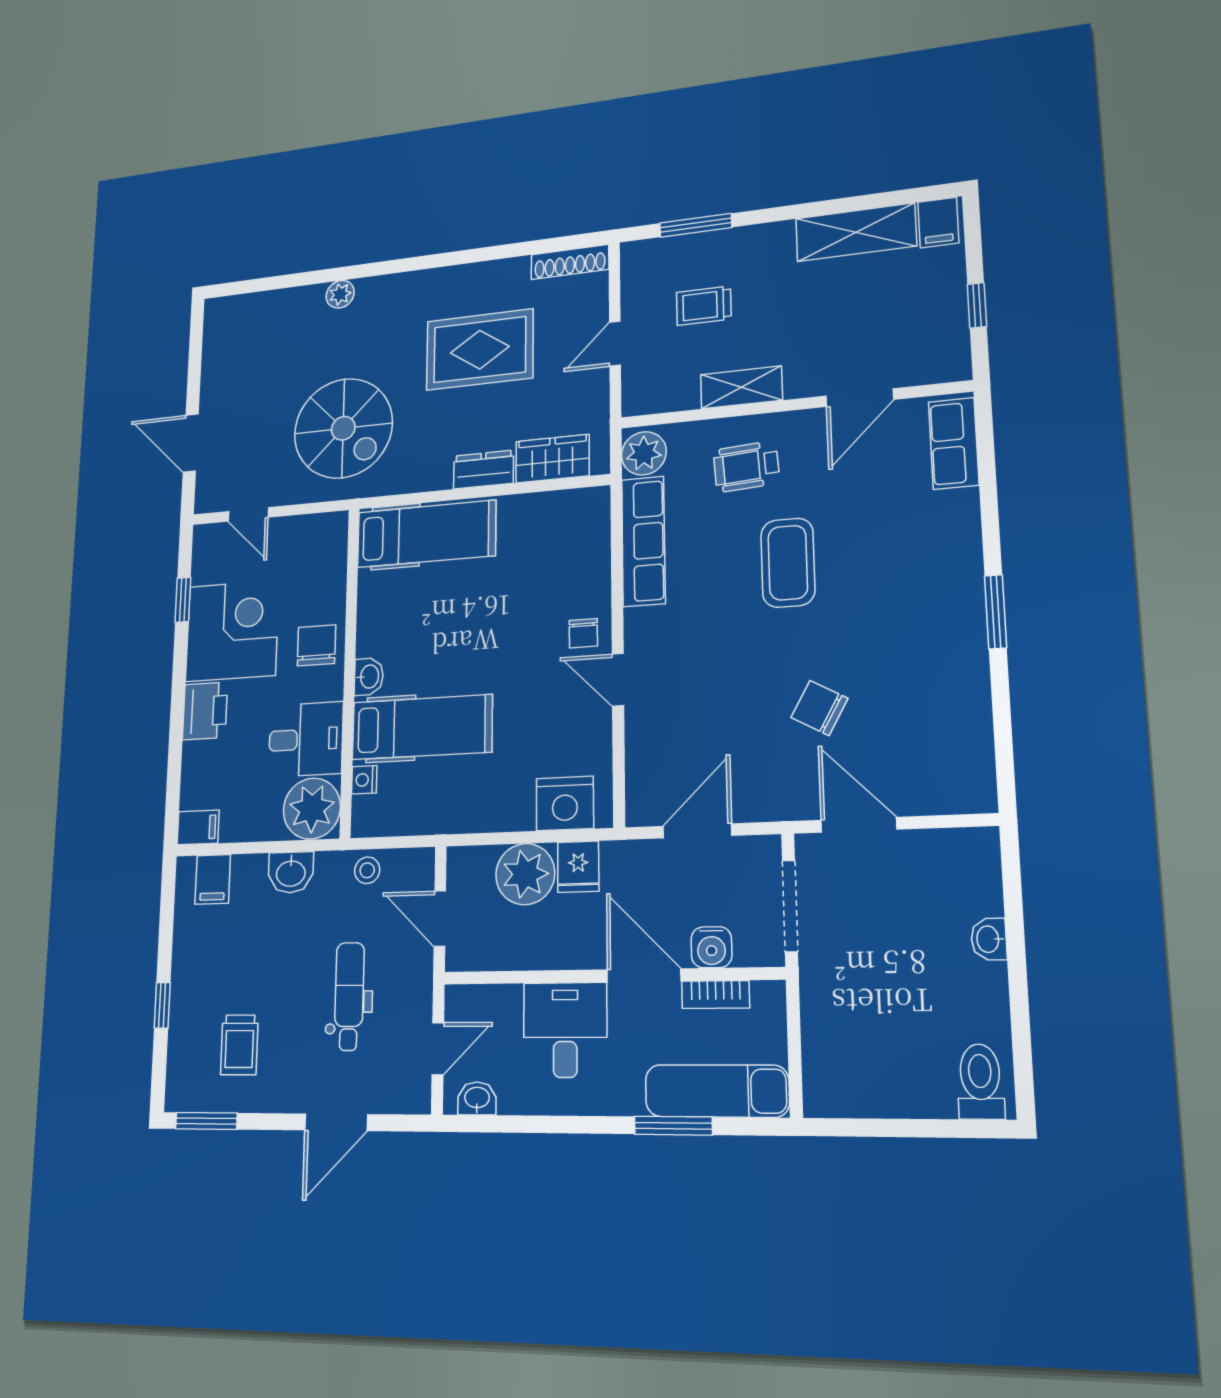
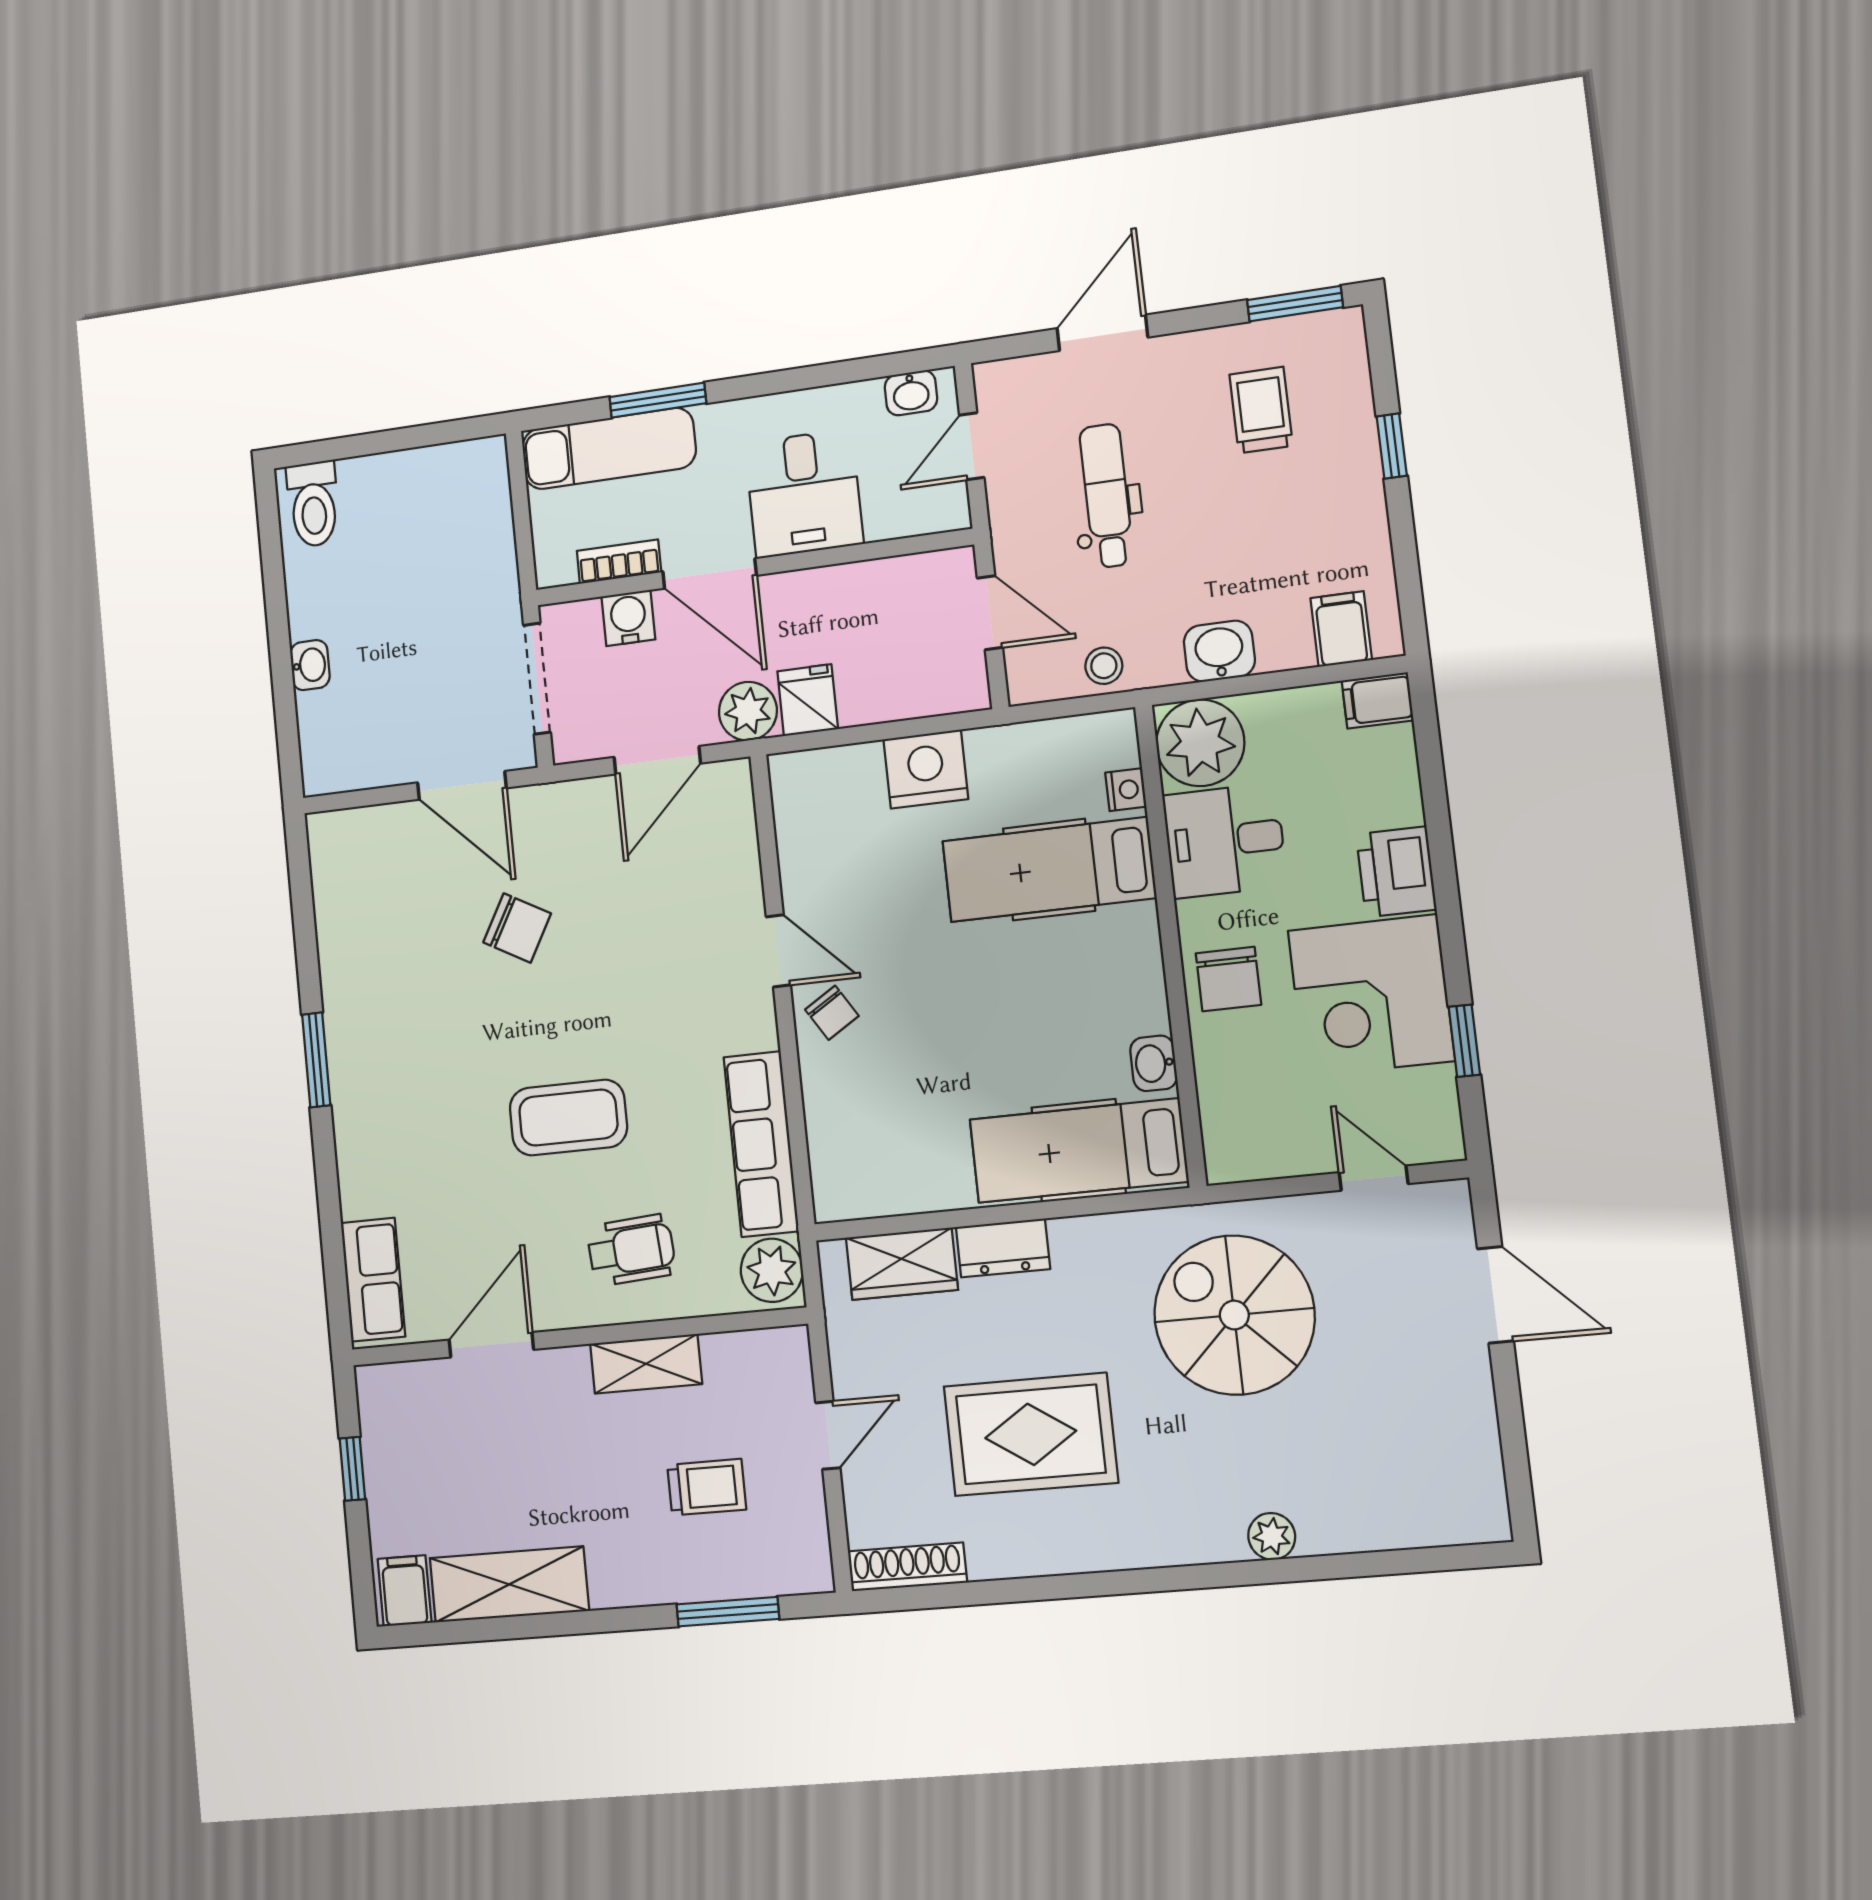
coffee table: (788, 563) -> (568, 1118), turned 90
chair: (583, 633) -> (832, 1013), turned 148
washbasin: (369, 677) -> (1154, 1063), moved
nightstand: (565, 803) -> (926, 769), moved
plant: (525, 874) -> (748, 711), moved, width x0.73, depth x0.73
dental chair: (349, 996) -> (1107, 496), turned 180

